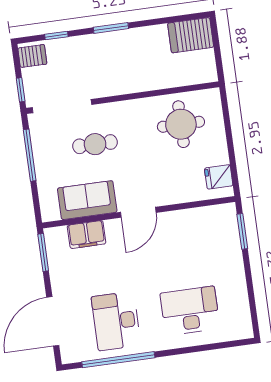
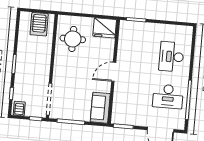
server rack: (191, 35) -> (39, 24), moved
cafe table: (95, 144) -> (73, 86), removed
fridge: (219, 177) -> (105, 28), width x1.88, depth x1.34
sofa: (87, 200) -> (100, 108), moved
door: (138, 212) -> (114, 72), swing flipped
filing cabinet: (87, 235) -> (119, 102), removed

